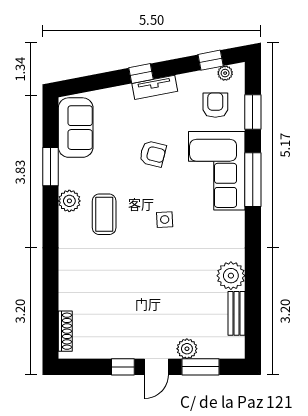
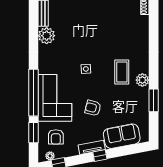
sofa: (76, 128) -> (122, 136), moved, turned 79
window: (253, 180) -> (34, 93), width x1.46

